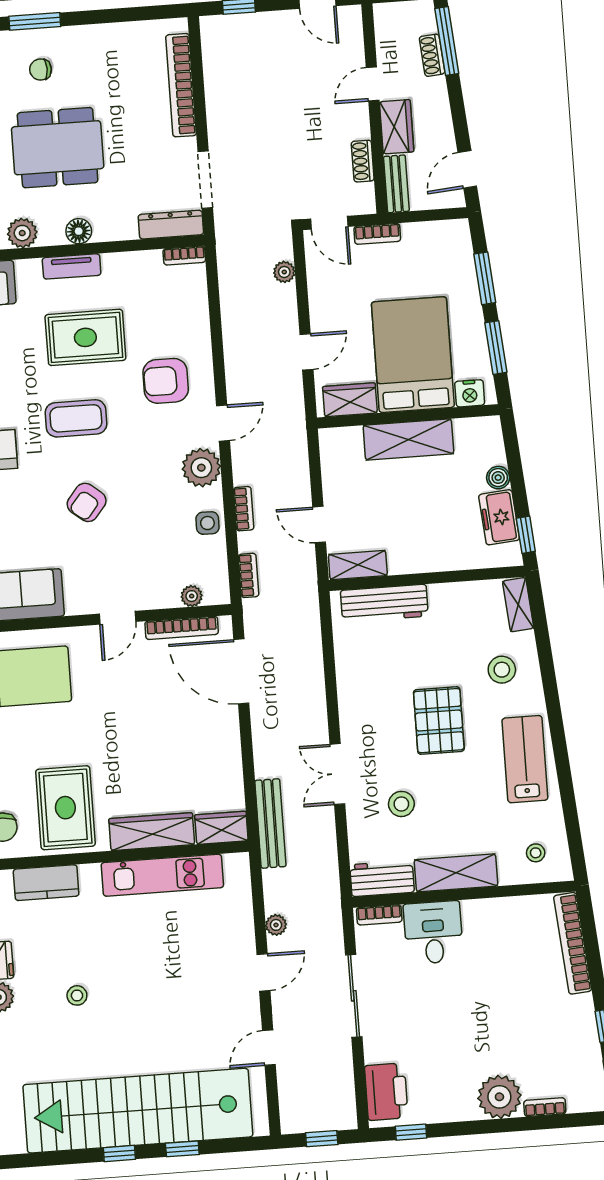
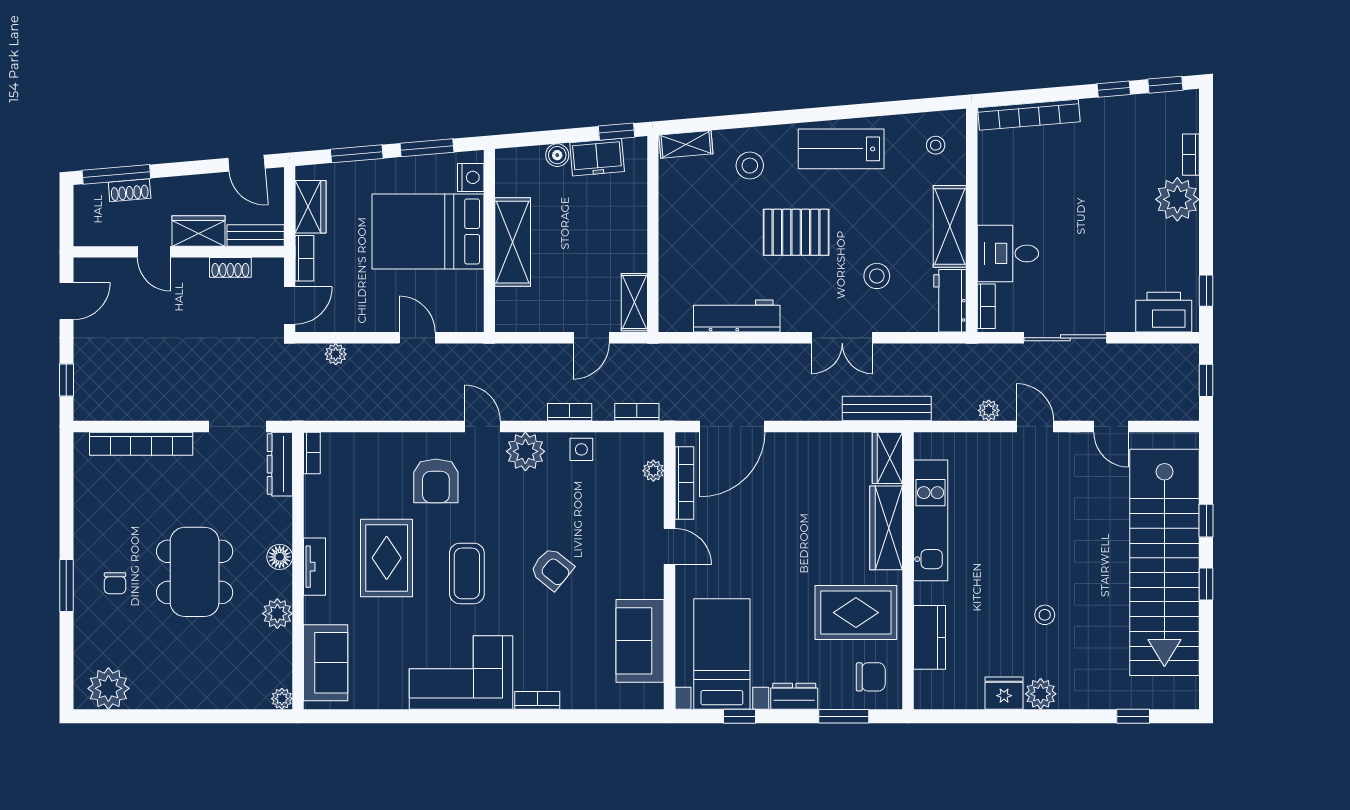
wardrobe: (350, 400) -> (311, 207), moved, turned 180
workbench: (384, 603) -> (737, 316), moved, turned -90

